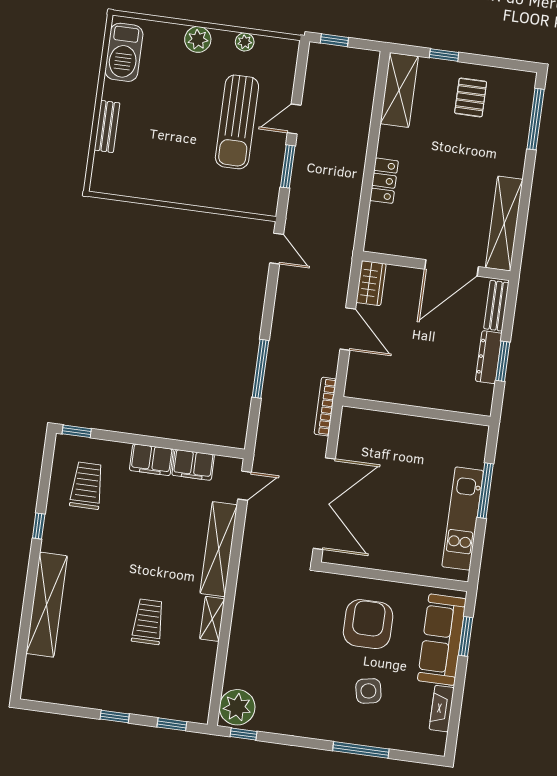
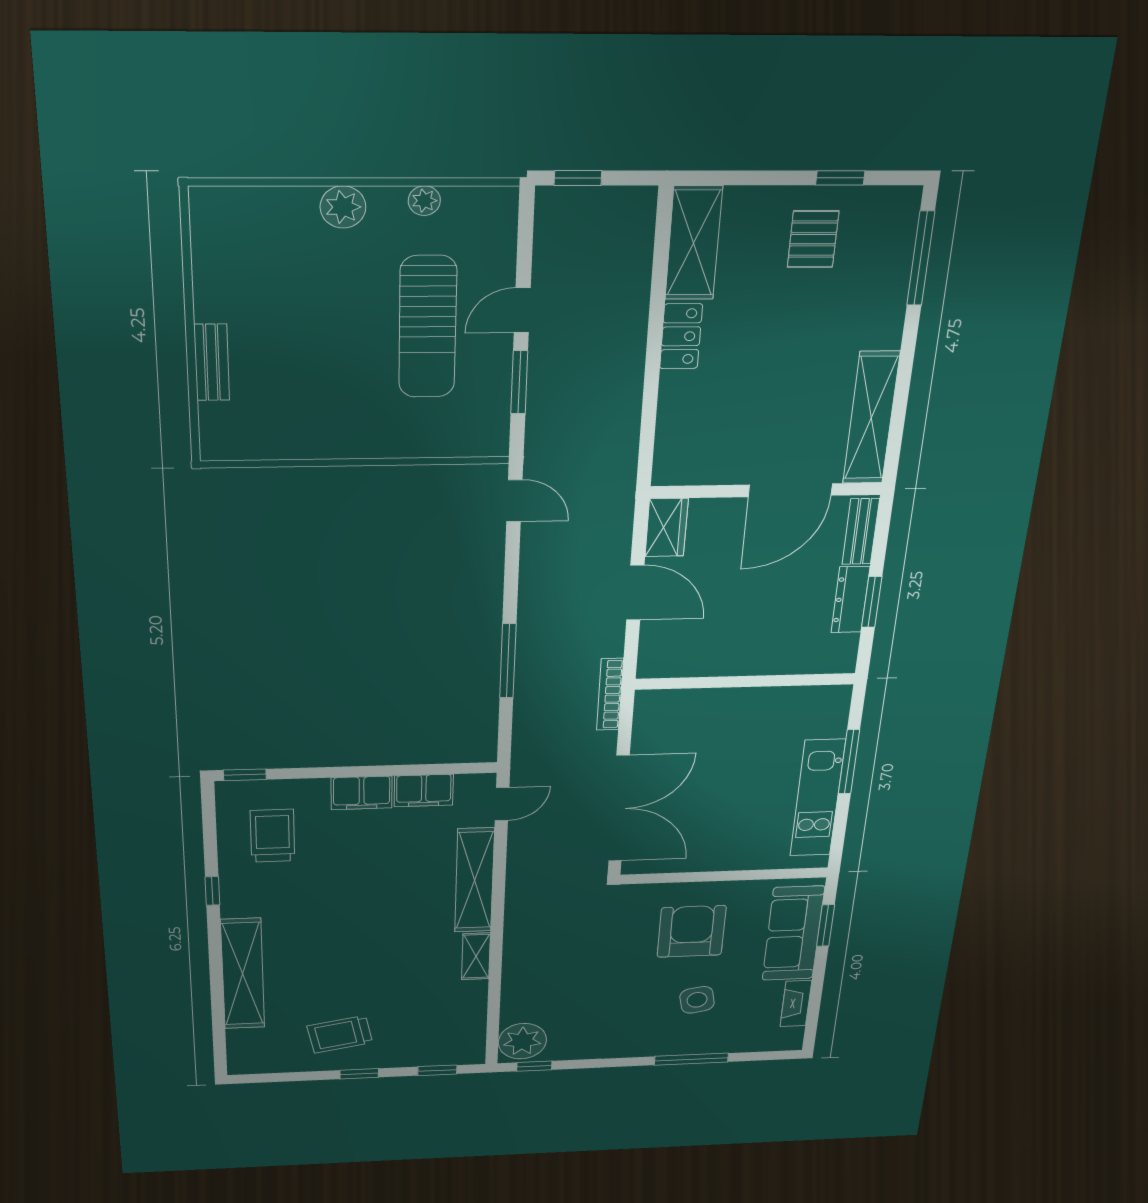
barbecue: (124, 52) -> (219, 244), removed
window: (444, 55) -> (840, 178), moved
locker: (384, 181) -> (681, 336), moved
trolley: (148, 622) -> (340, 1034), moved, turned -101

